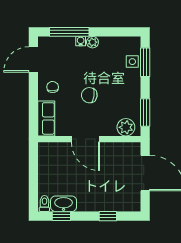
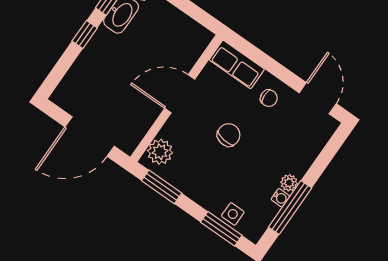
window: (69, 32) -> (290, 208), moved
water cooler: (81, 41) -> (280, 198), moved
window: (108, 216) -> (85, 35), moved

